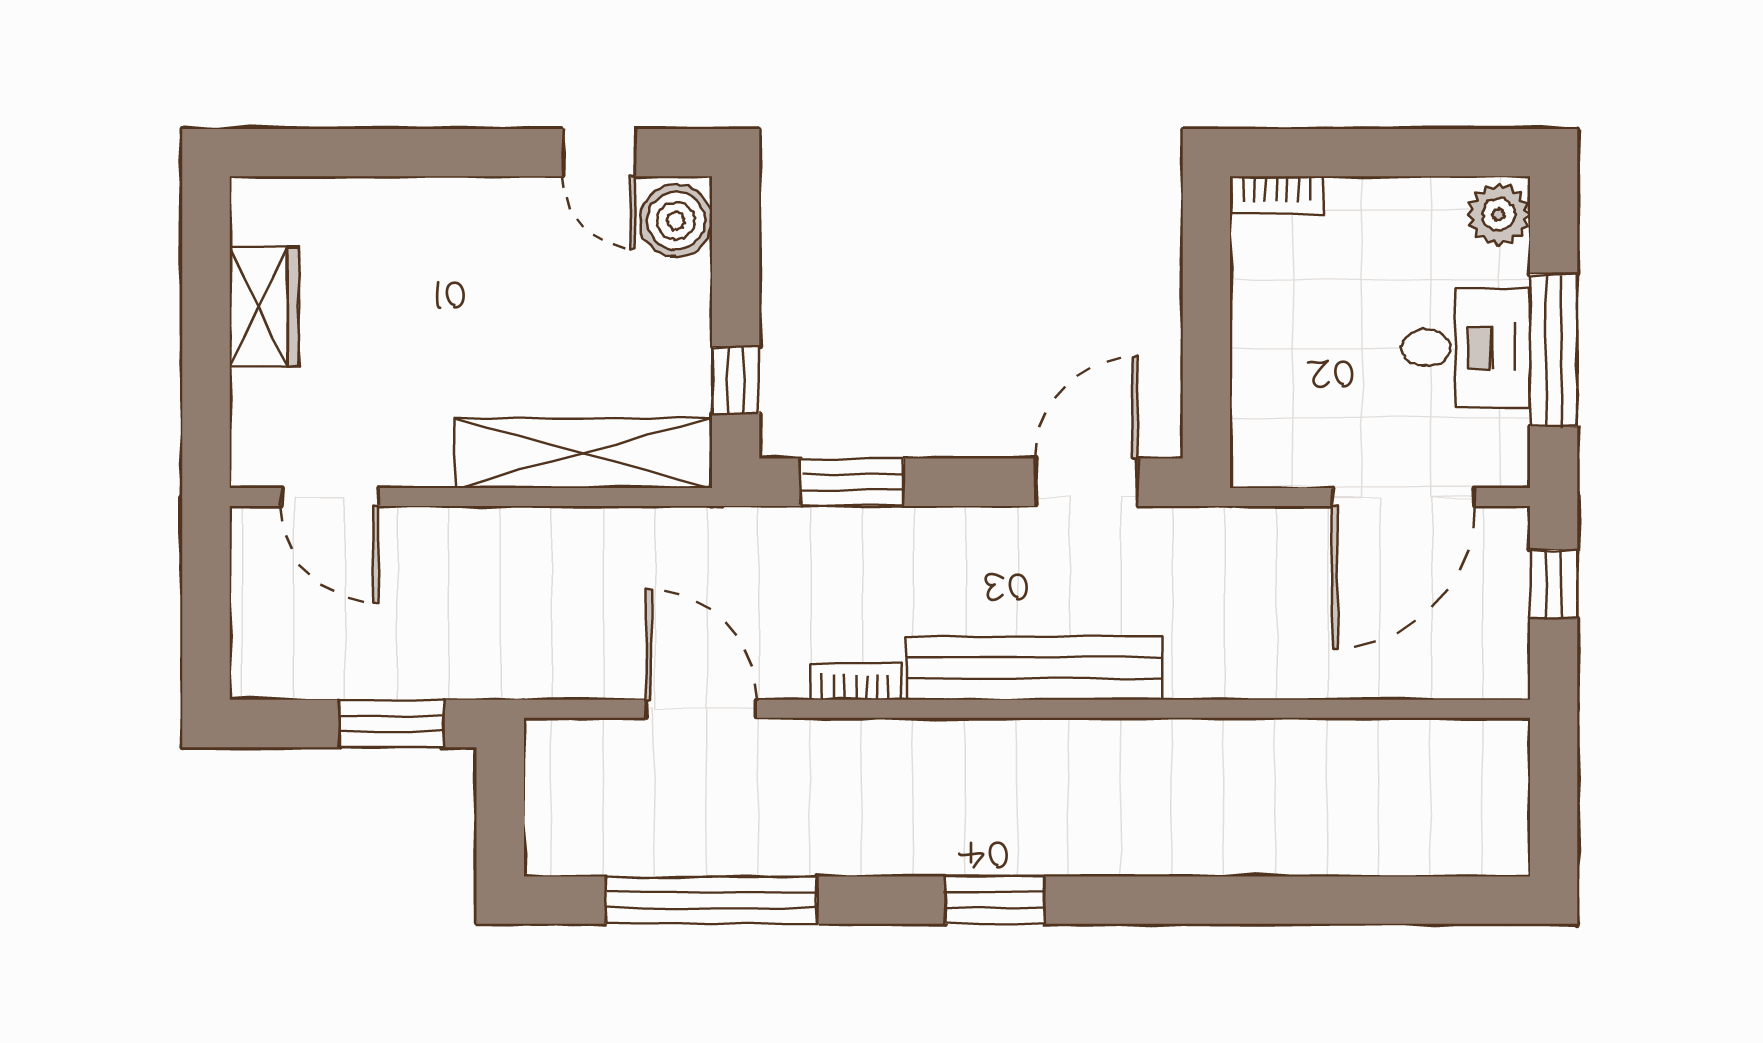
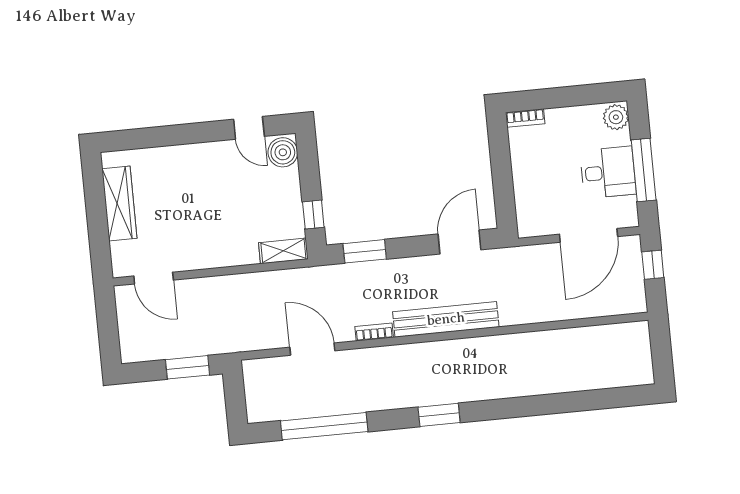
wardrobe: (264, 307) -> (119, 204), width x1.50
shelving: (583, 453) -> (283, 251), width x0.45, depth x0.75

